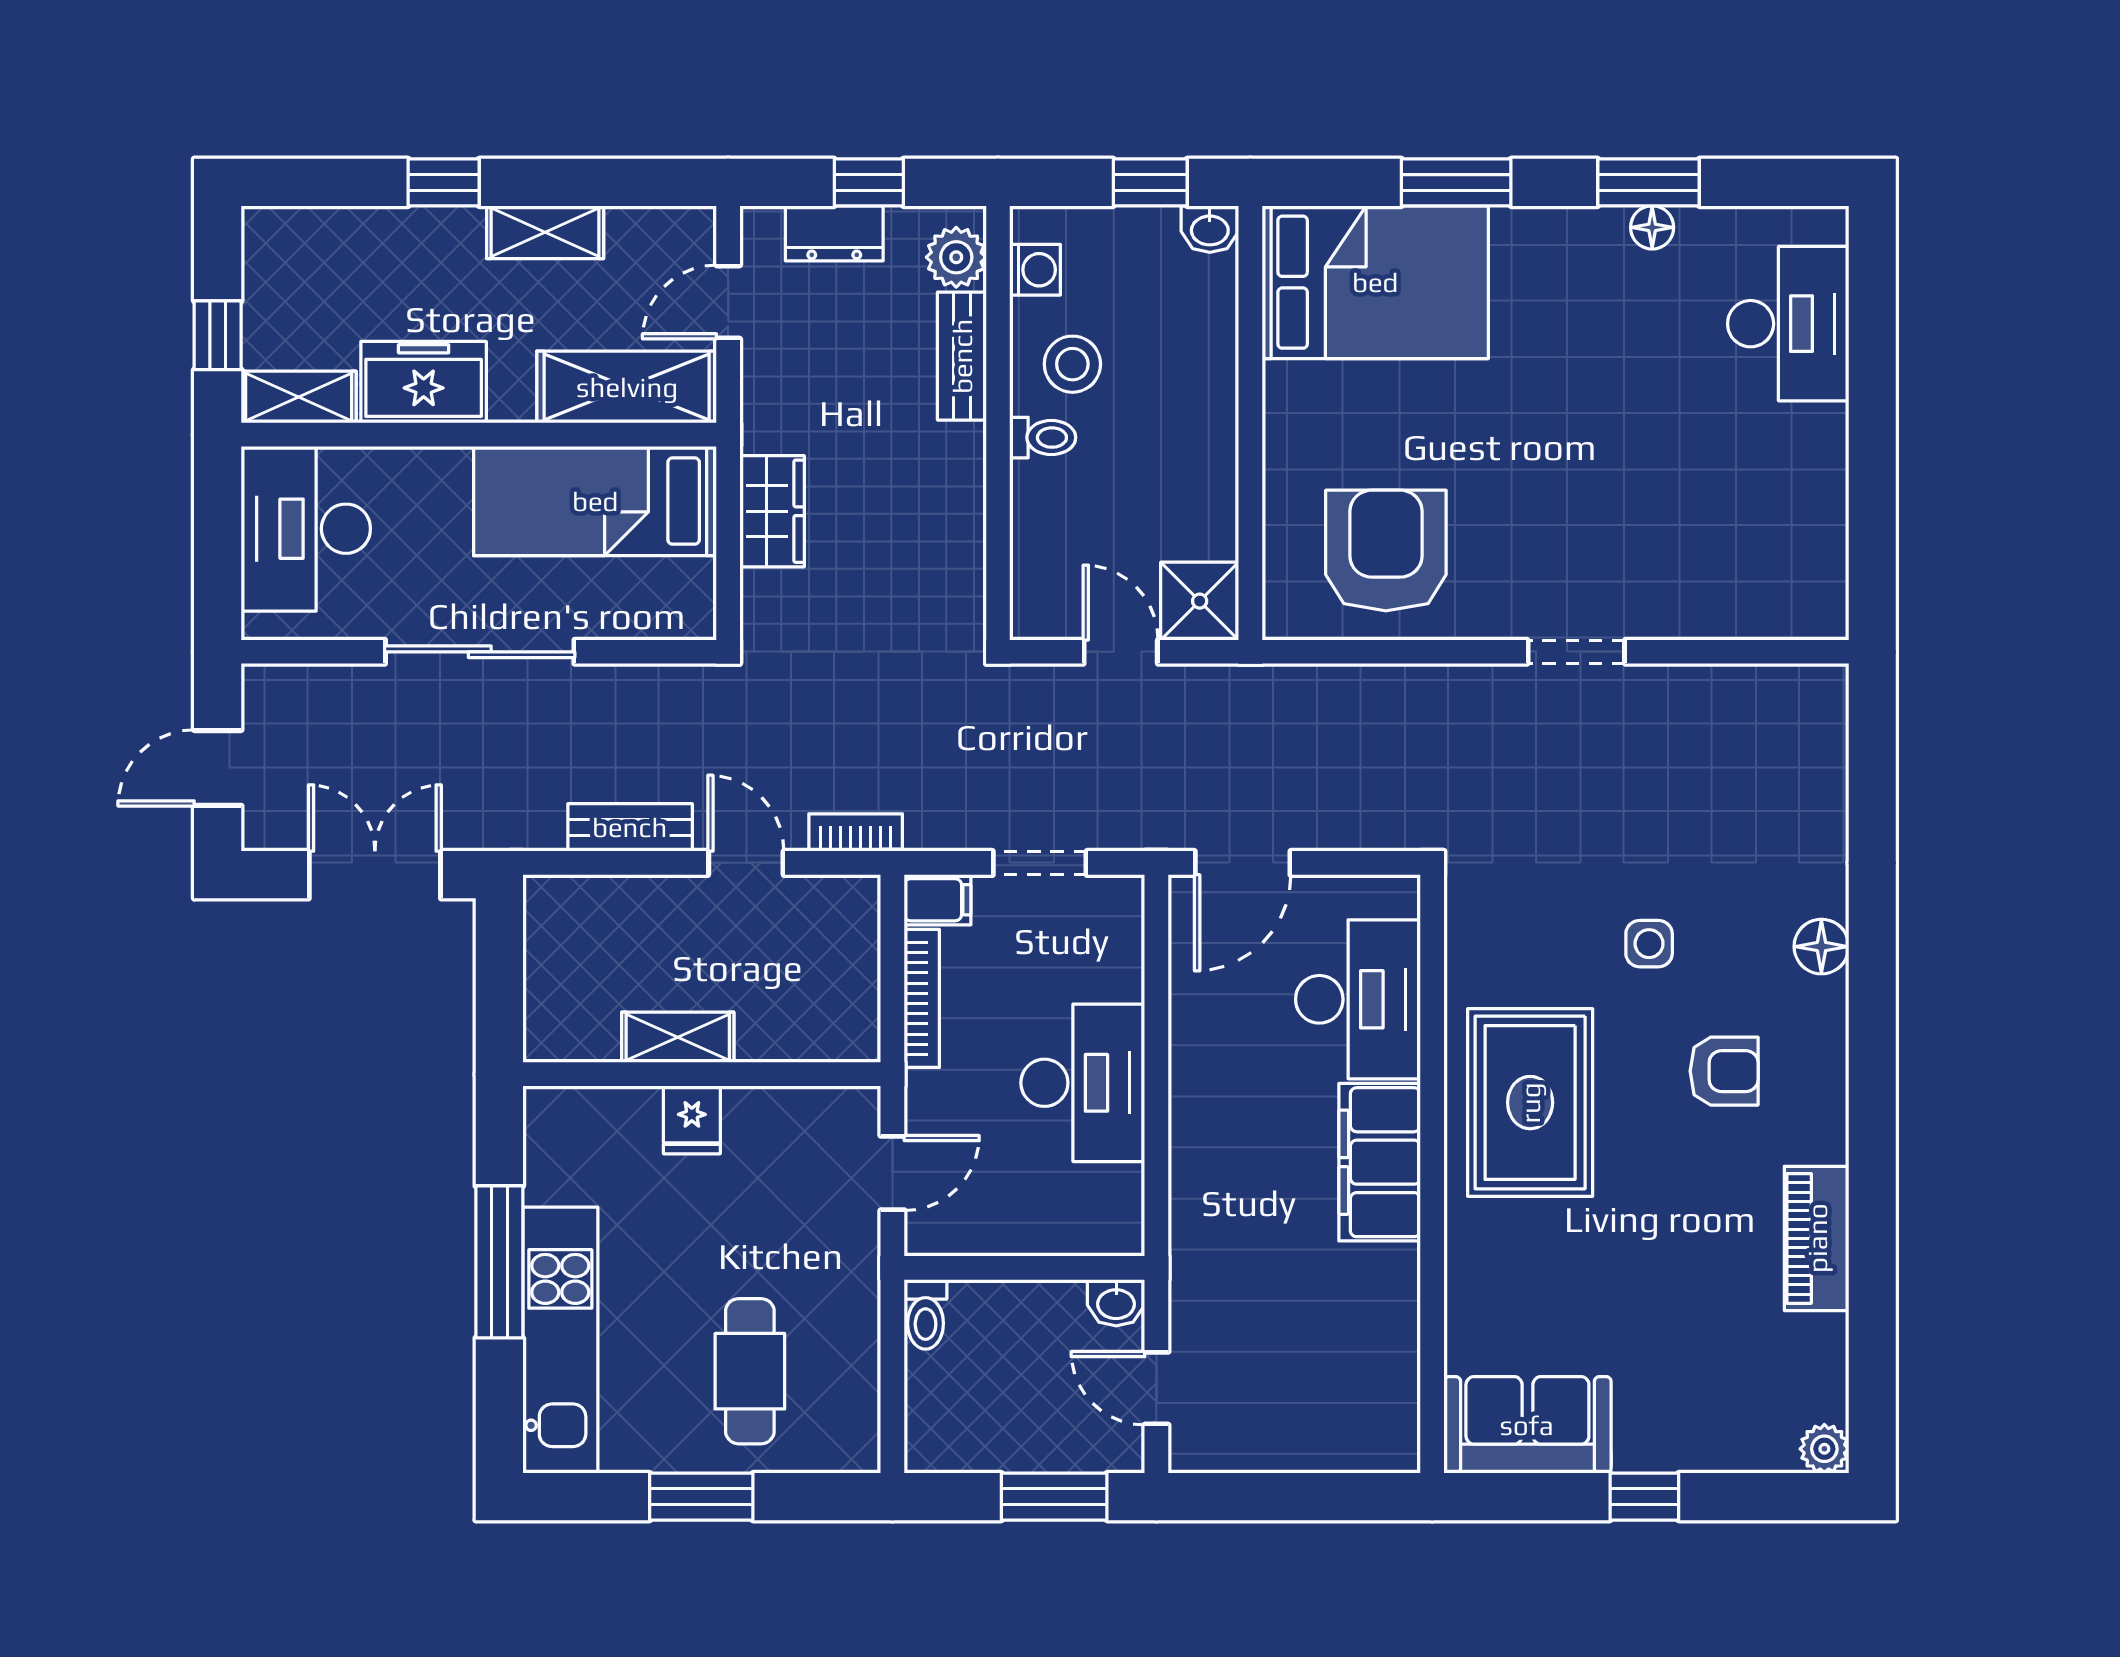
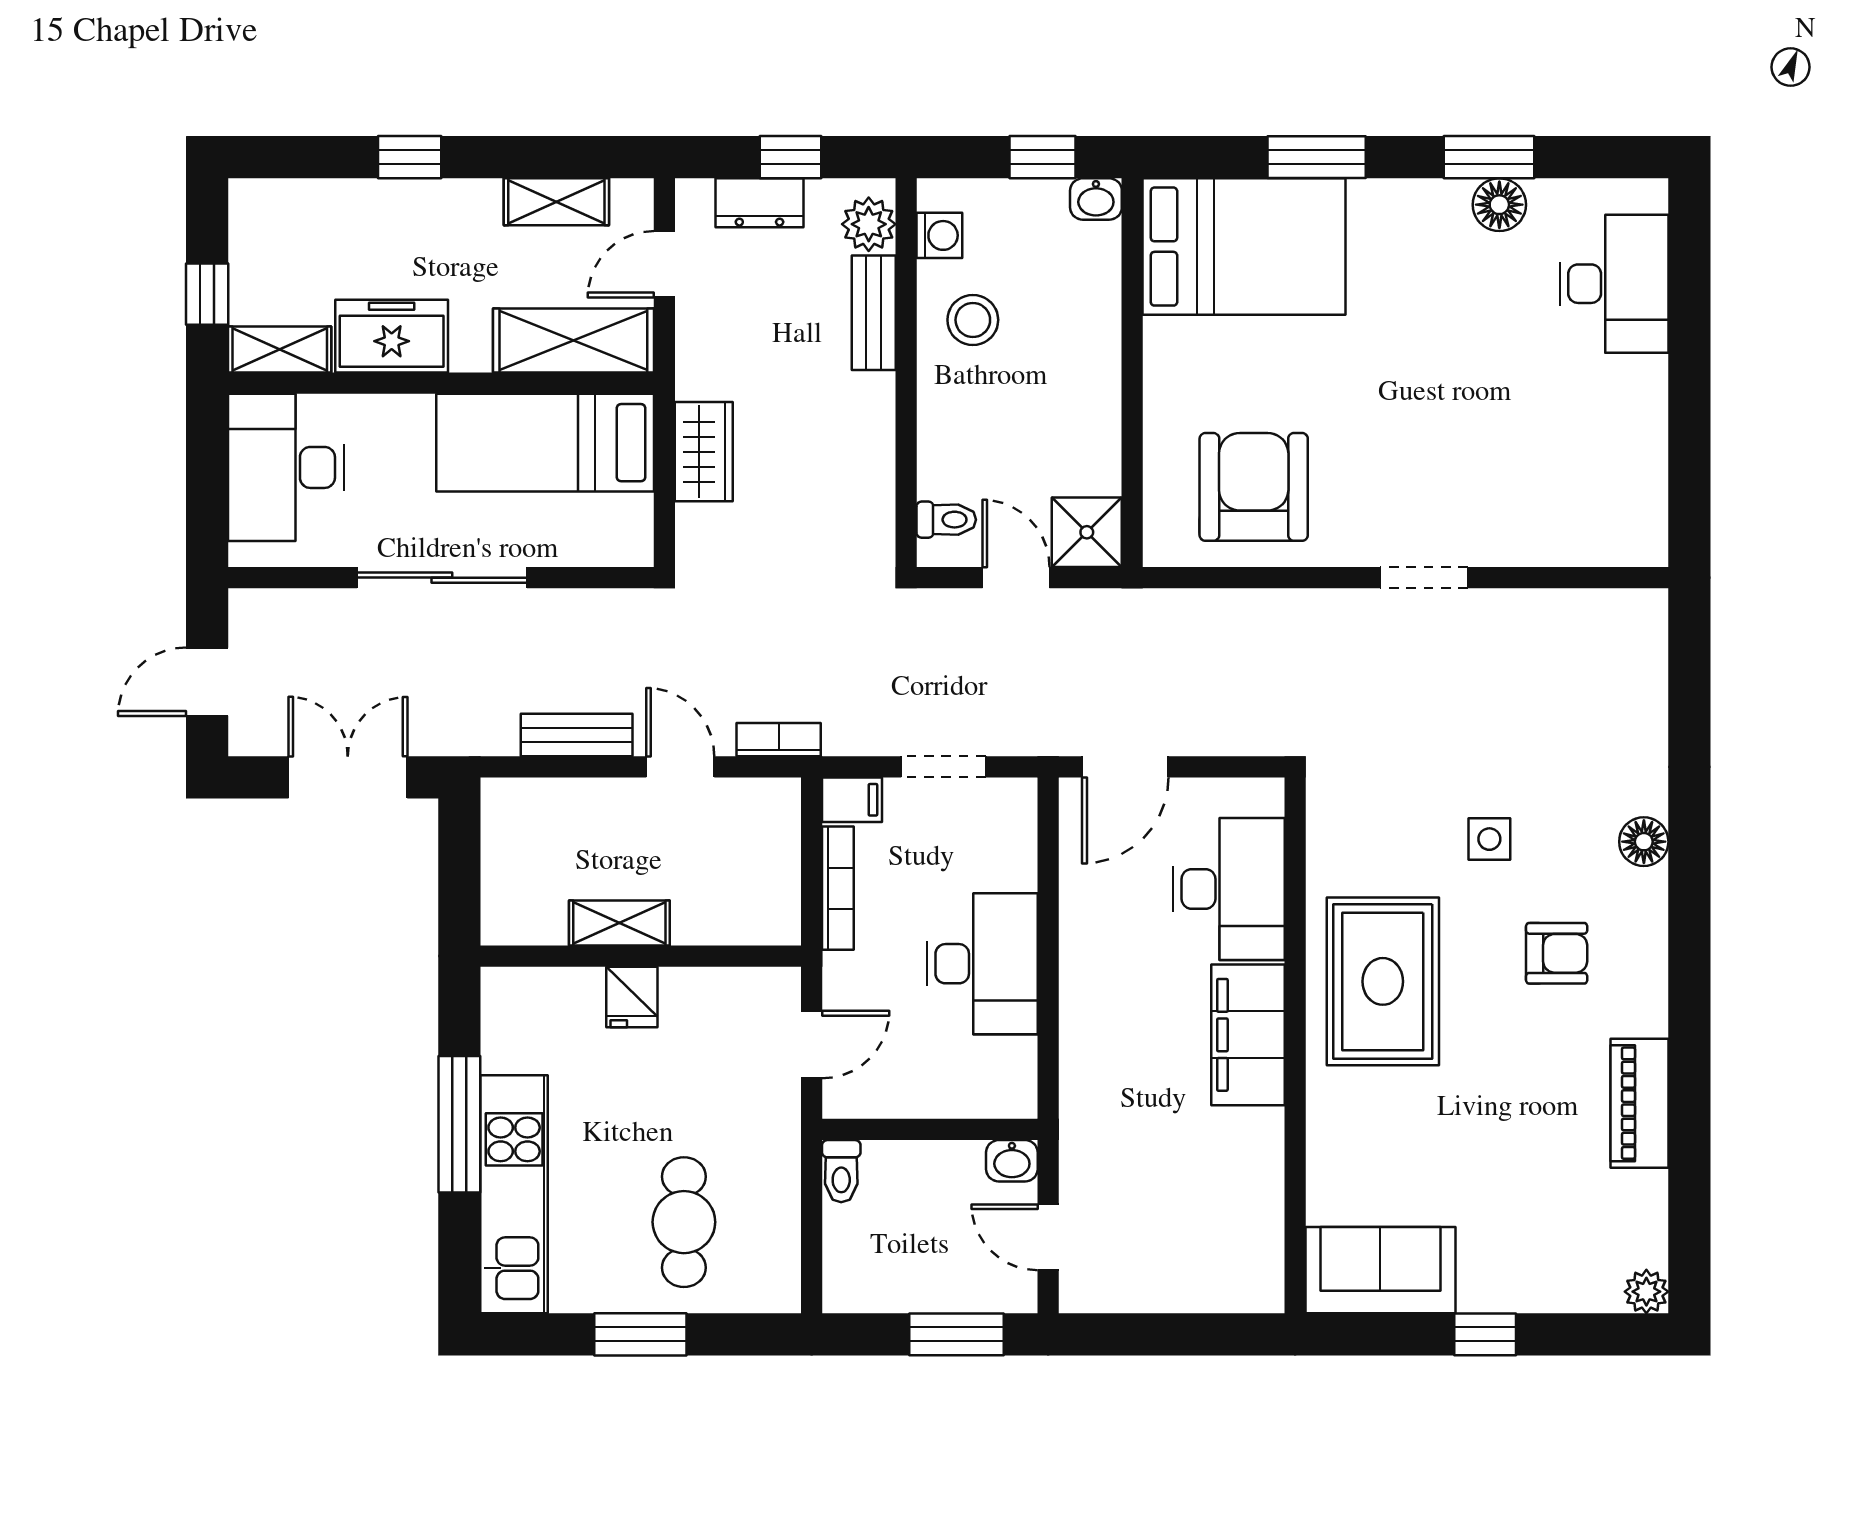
floor lamp: (1652, 227) -> (1499, 205), width x1.37, depth x1.37
shelving: (545, 232) -> (556, 202), moved
toilet: (1043, 438) -> (946, 520), moved

